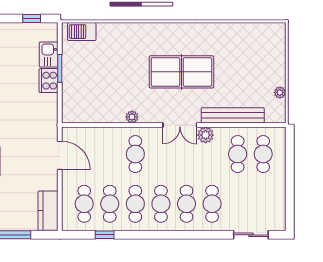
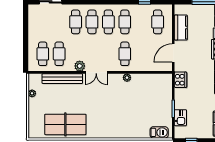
table tennis table: (181, 72) -> (65, 124), moved
cooker: (49, 81) -> (180, 80), moved
double door: (180, 125) -> (96, 72), swing flipped
door: (60, 155) -> (173, 53), hinge flipped
cafe table: (110, 204) -> (141, 22), removed
kitchen counter: (48, 211) -> (181, 27), moved

